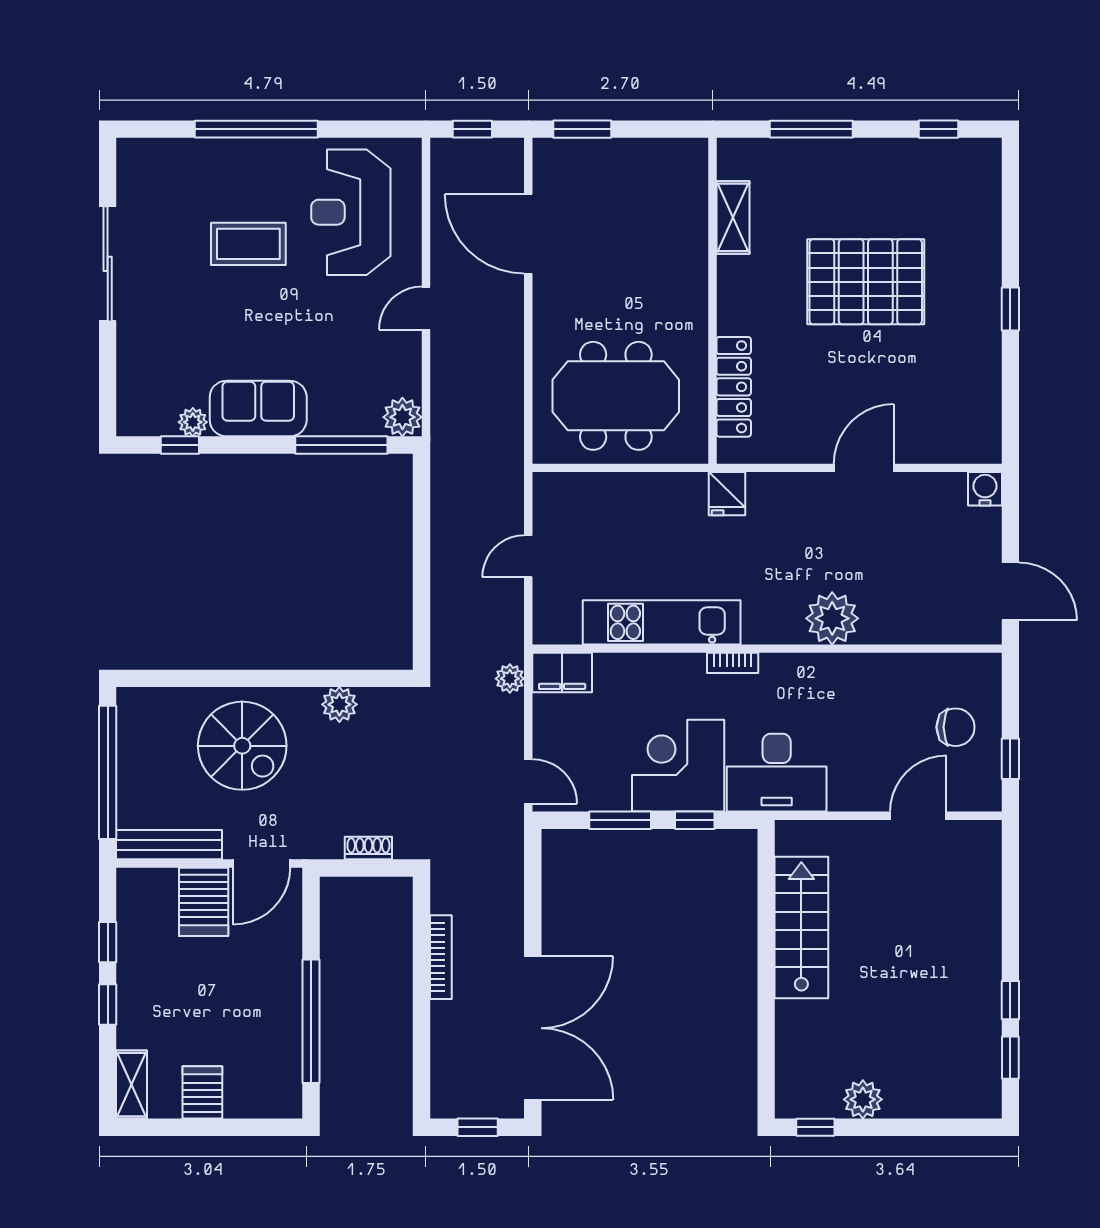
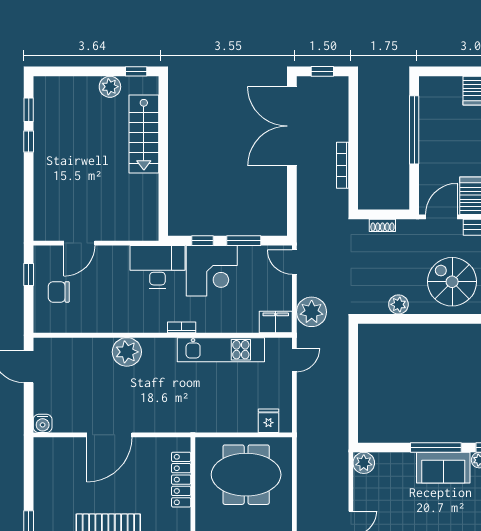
window: (341, 445) -> (436, 448), moved
door: (864, 468) -> (109, 435), width x1.36
fridge: (727, 494) -> (268, 421), moved
door: (528, 556) -> (294, 360), moved
plant: (510, 679) -> (312, 312), width x1.88, depth x1.88
stairs: (801, 927) -> (144, 134), moved

